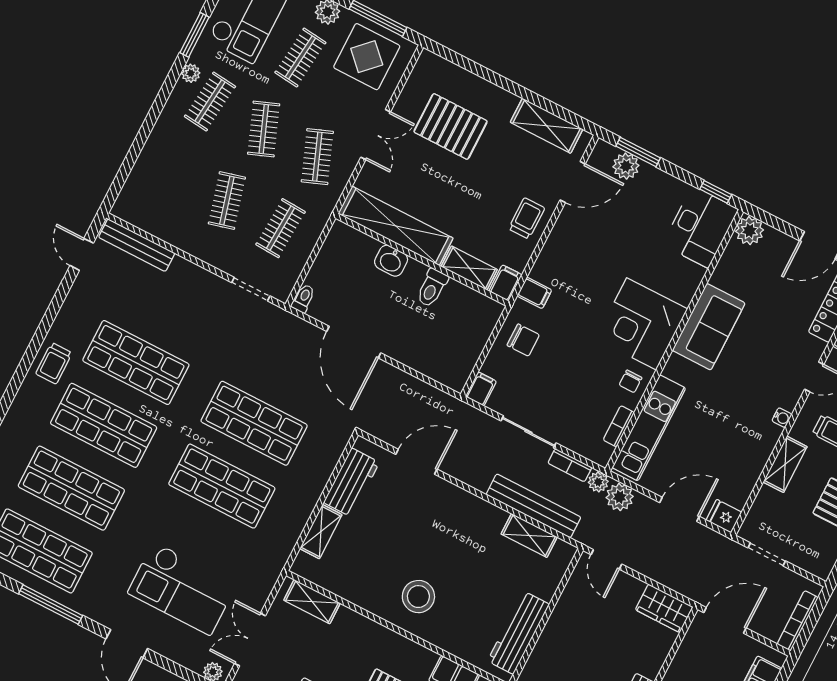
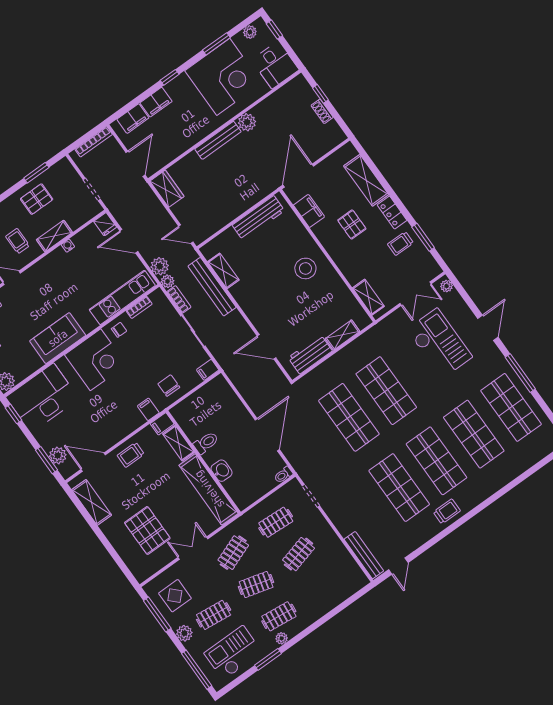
display table: (367, 57) -> (175, 596), width x0.73, depth x0.73
clothes rail: (264, 129) -> (256, 584), turned 36
desk: (700, 227) -> (42, 398), width x1.36, depth x1.30
water cooler: (782, 418) -> (68, 246), moved
door: (606, 559) -> (186, 234), swing flipped
door: (725, 620) -> (135, 164), swing flipped

